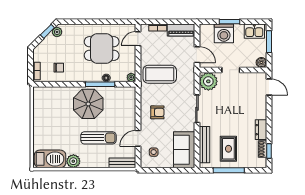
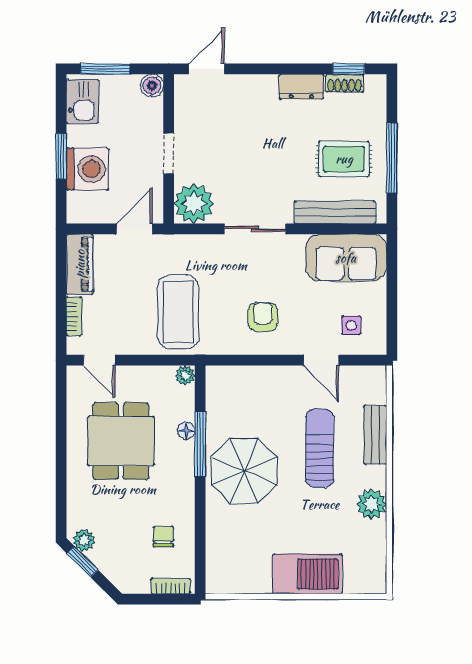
barbecue: (50, 159) -> (307, 574), moved, turned 90
bench: (122, 163) -> (375, 435), moved

